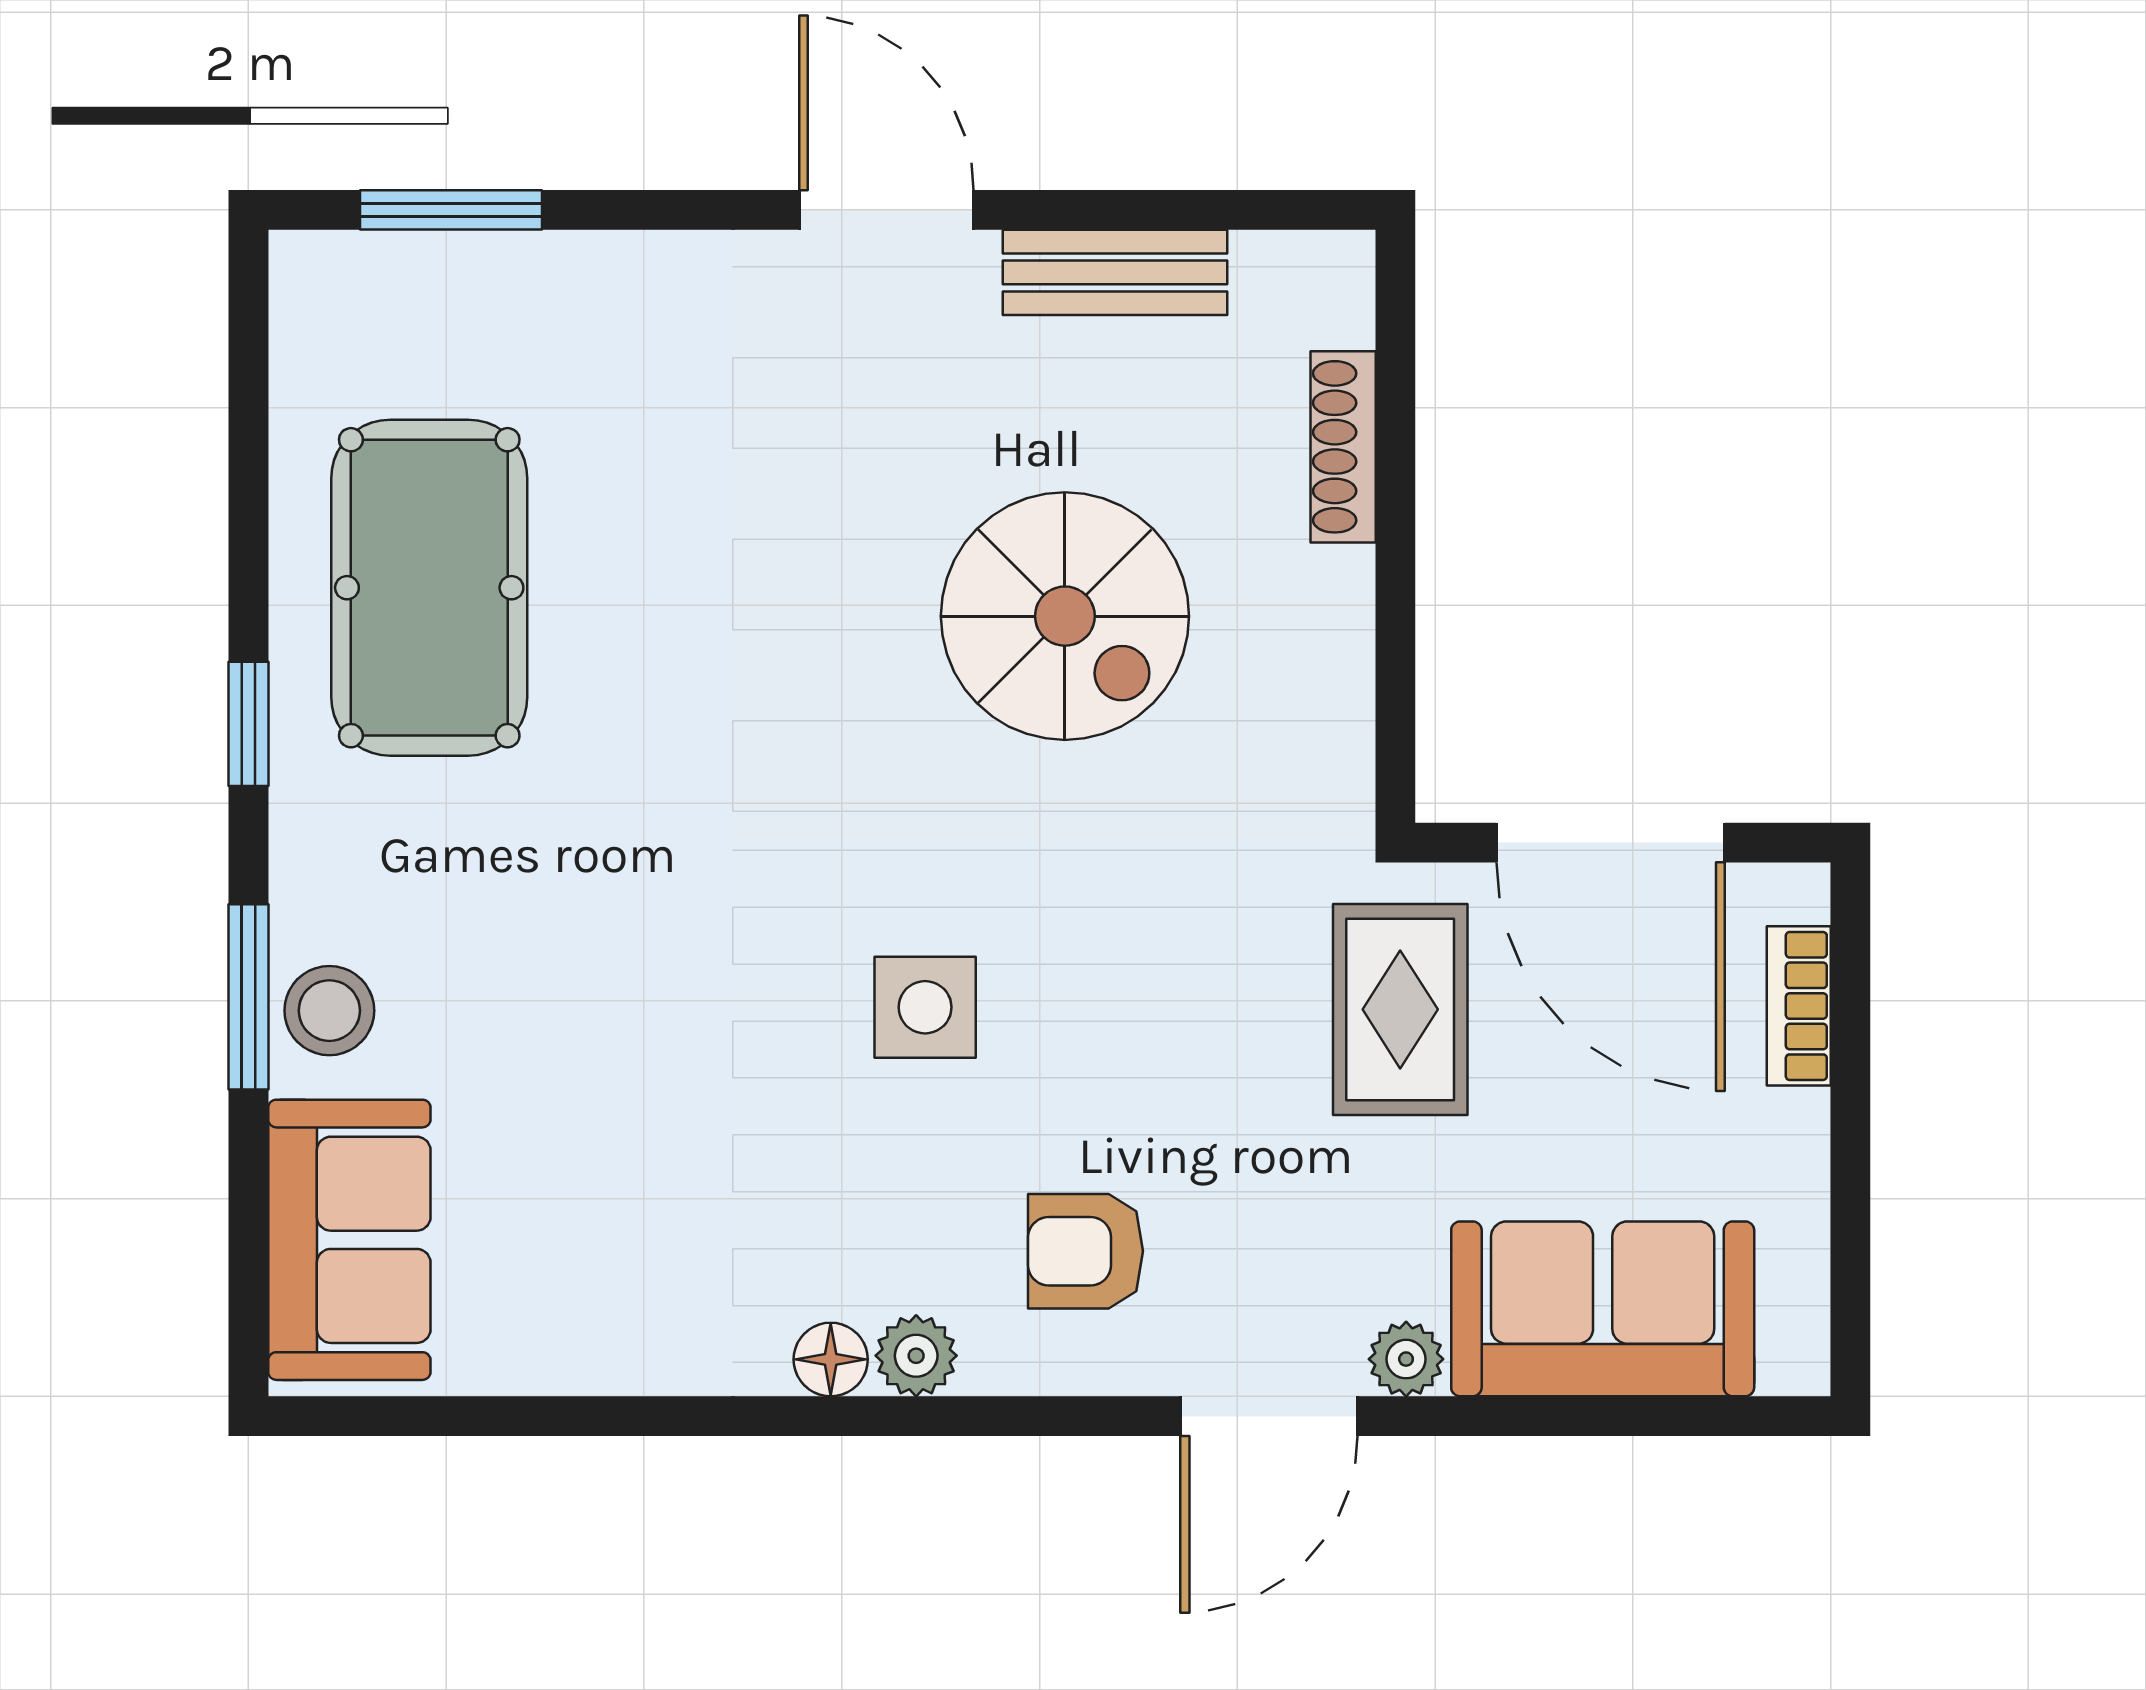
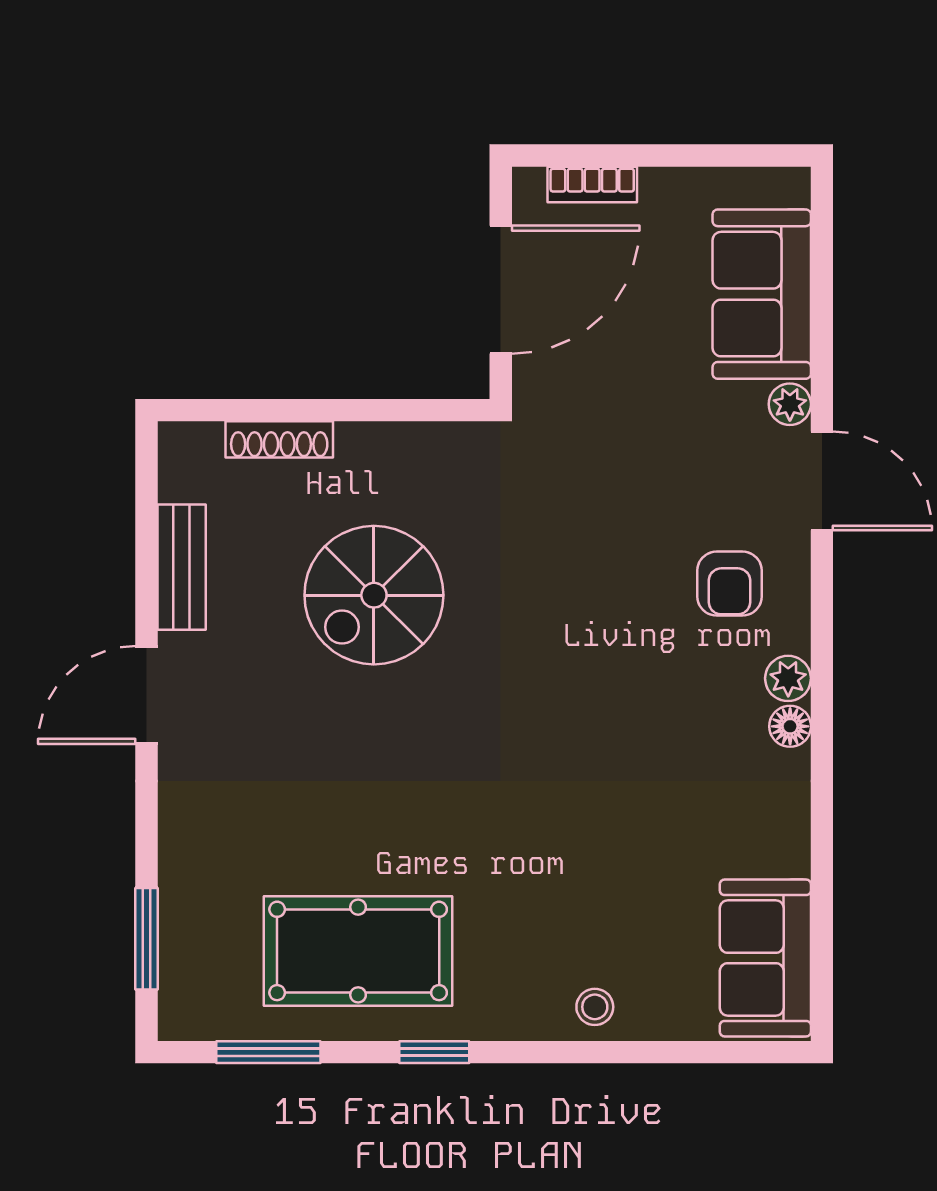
spiral stairs: (1065, 616) -> (374, 595), turned 180
window: (248, 997) -> (268, 1052), moved
side table: (925, 1007) -> (593, 673), removed
rug: (1400, 1009) -> (594, 407), removed
stool: (329, 1011) -> (595, 1007), width x0.73, depth x0.73
sofa: (349, 1240) -> (765, 958), moved, turned -90

